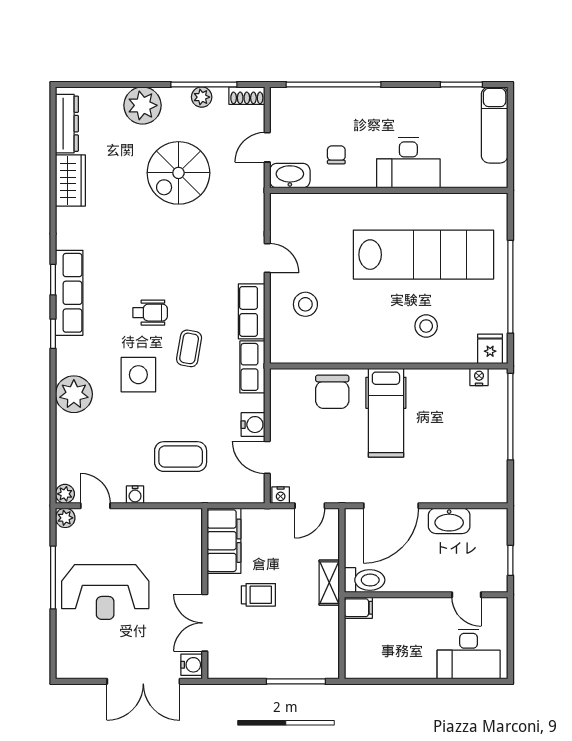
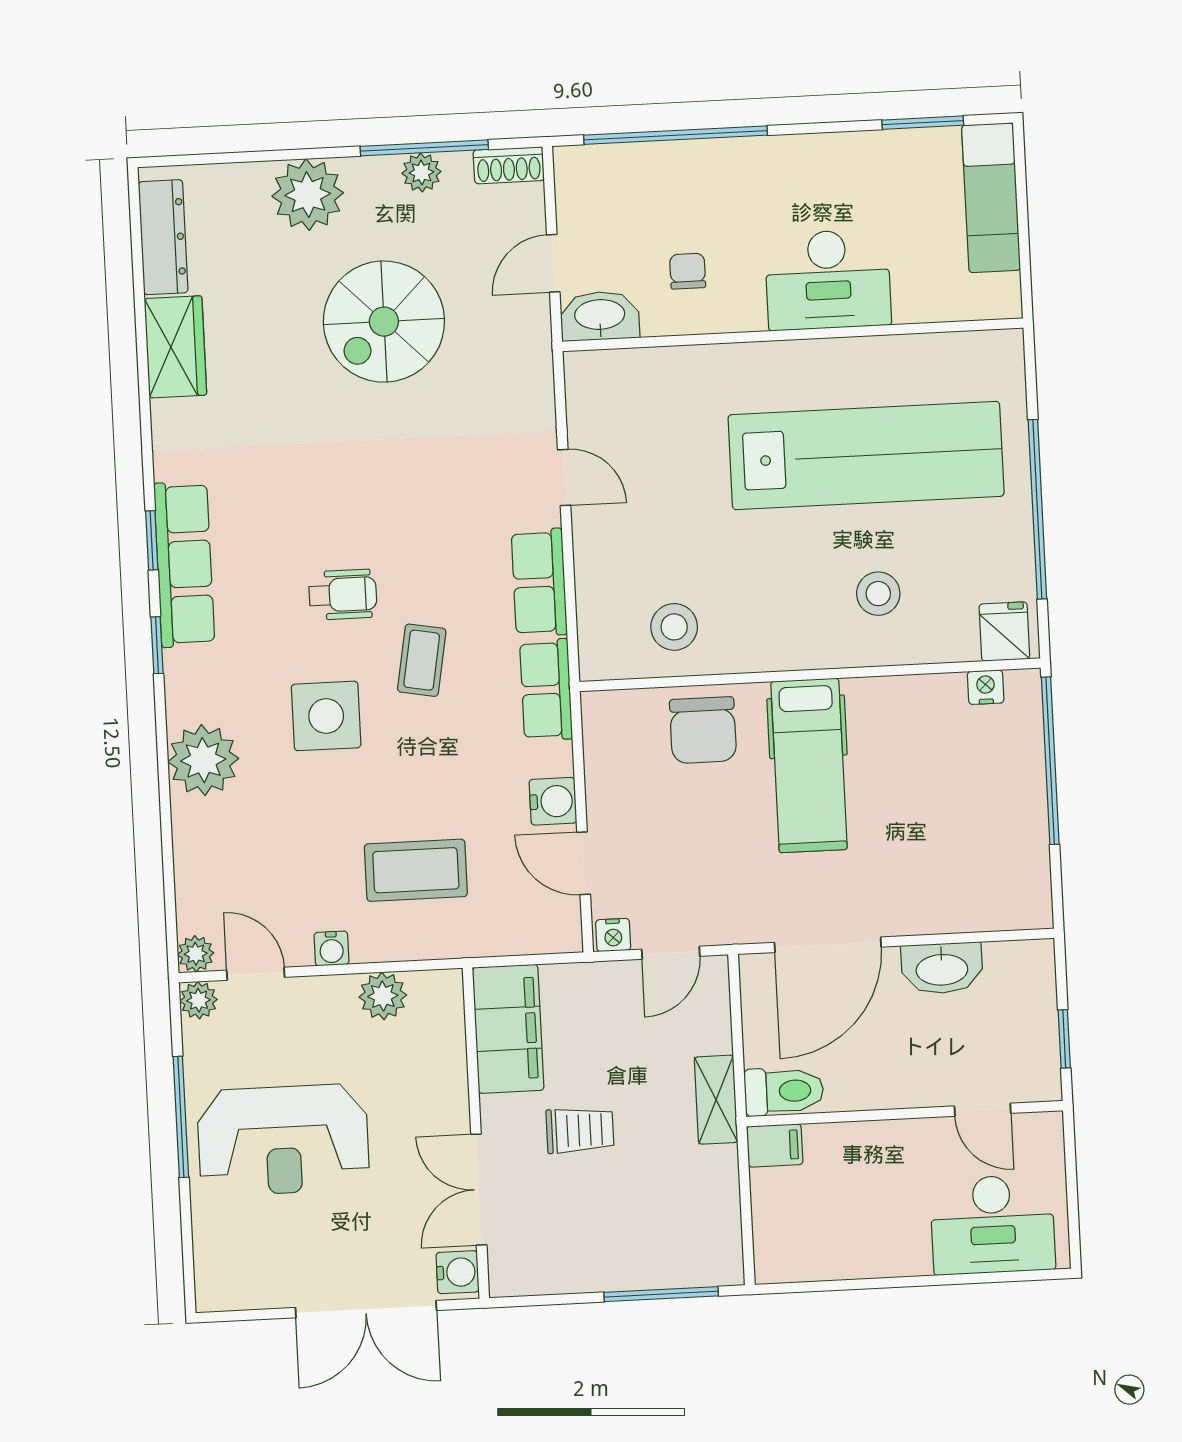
stool: (305, 304) -> (674, 627), moved
plant: (160, 520) -> (383, 996), added

